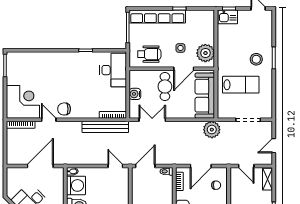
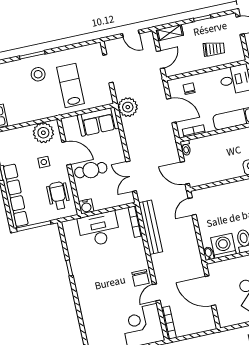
desk: (113, 70) -> (99, 229), moved
water cooler: (135, 94) -> (86, 206), moved
sofa: (205, 96) -> (98, 122), width x0.73

